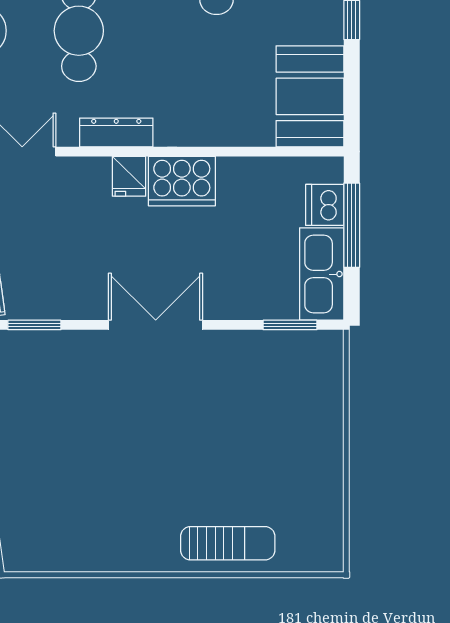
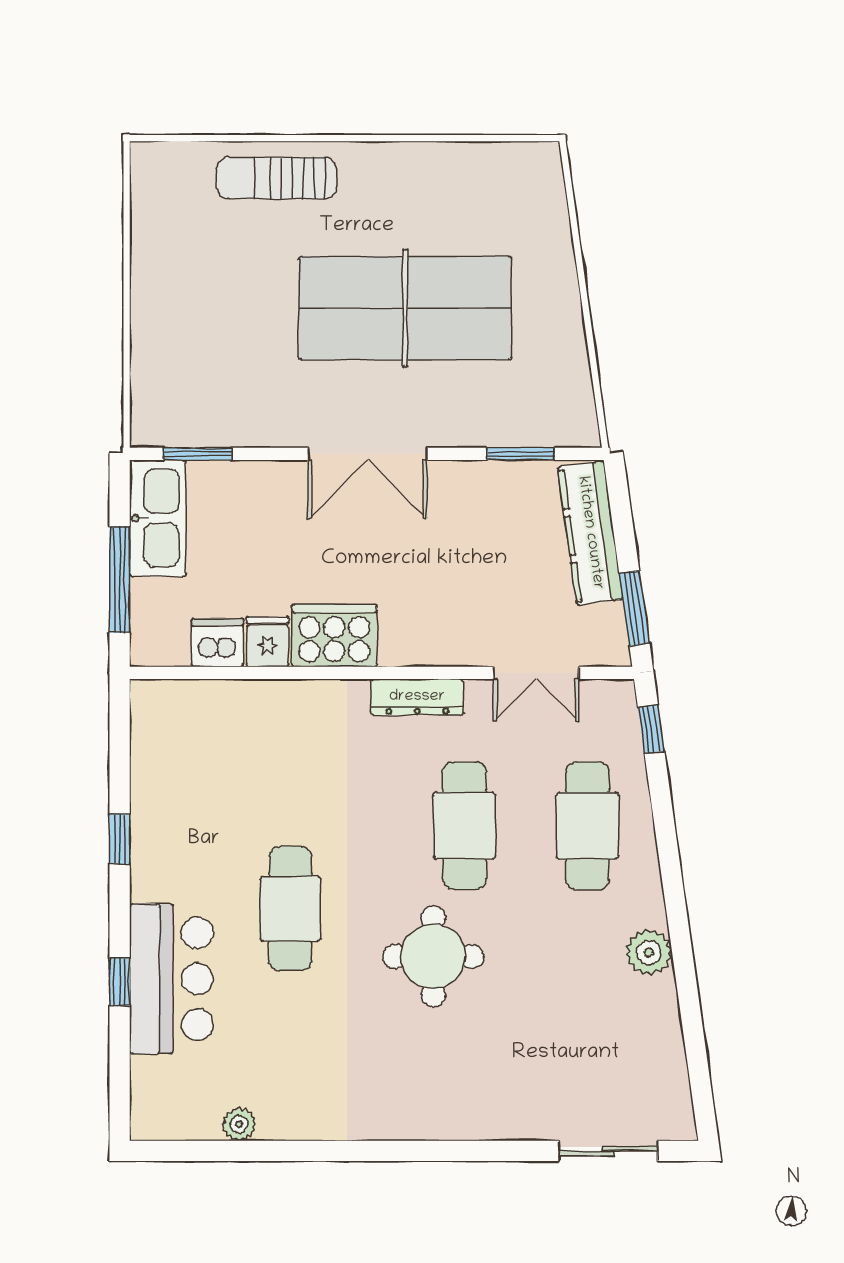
booth: (310, 96) -> (172, 743), removed
fridge: (129, 176) -> (268, 642), moved
dishwasher: (325, 205) -> (217, 643), moved, turned -90
table tennis table: (126, 440) -> (405, 308), added

